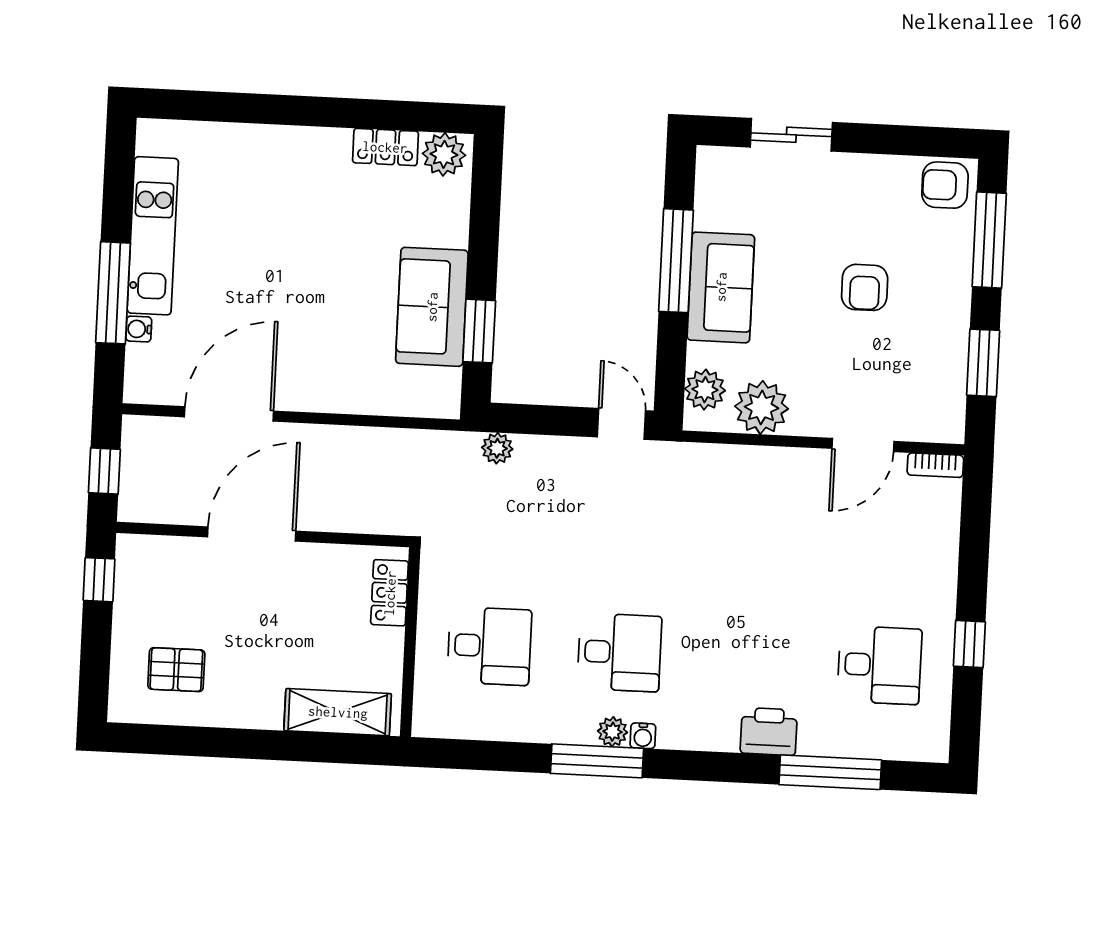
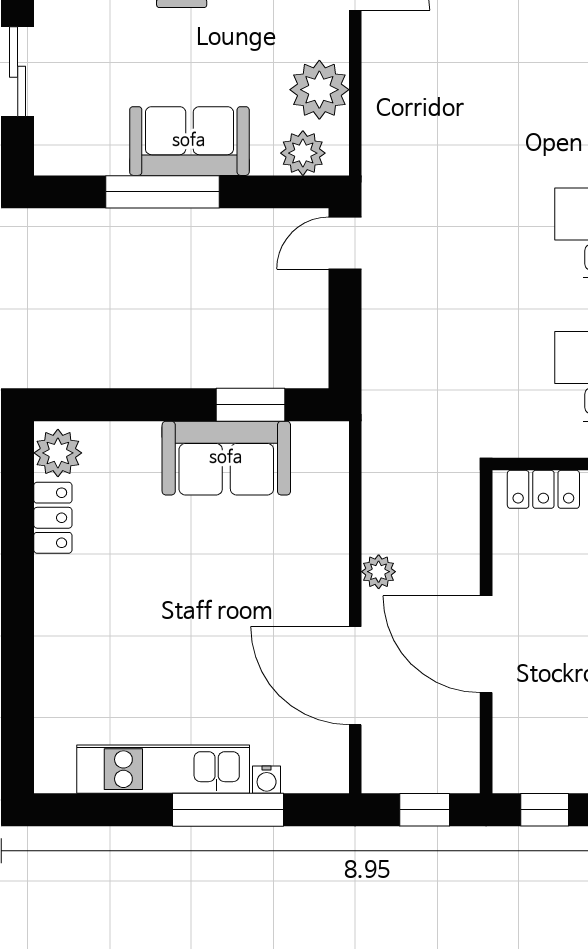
plant: (497, 448) -> (379, 572), moved

